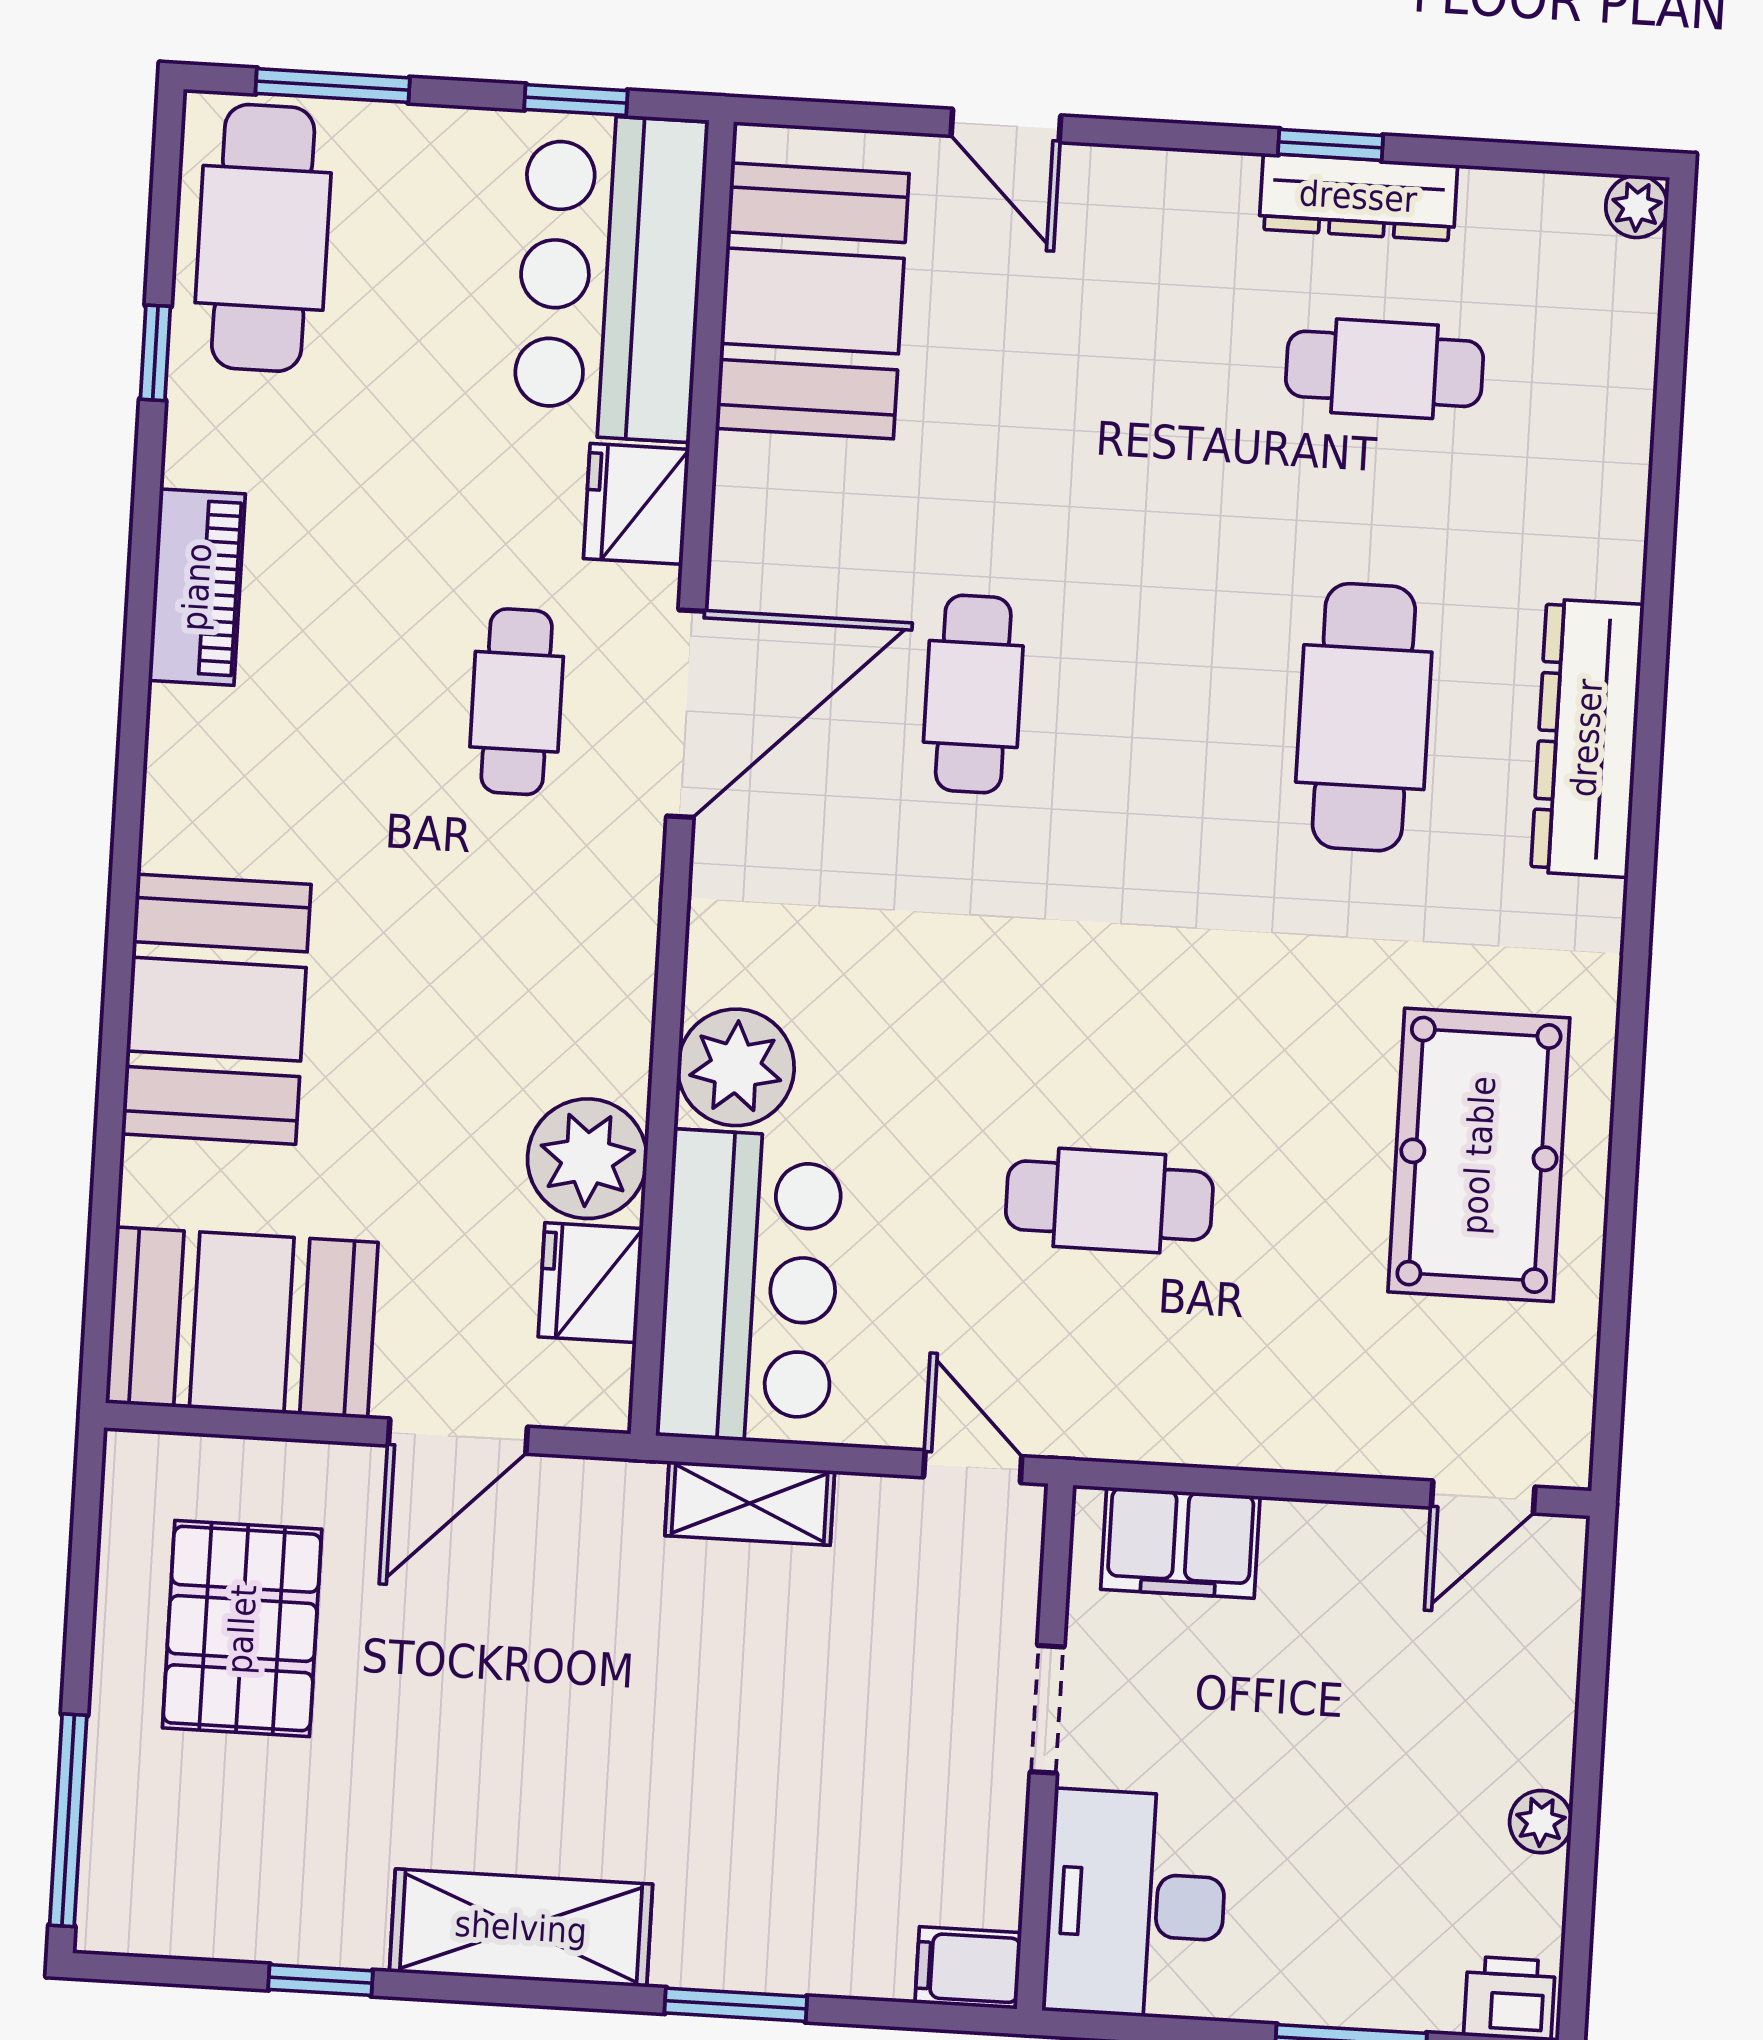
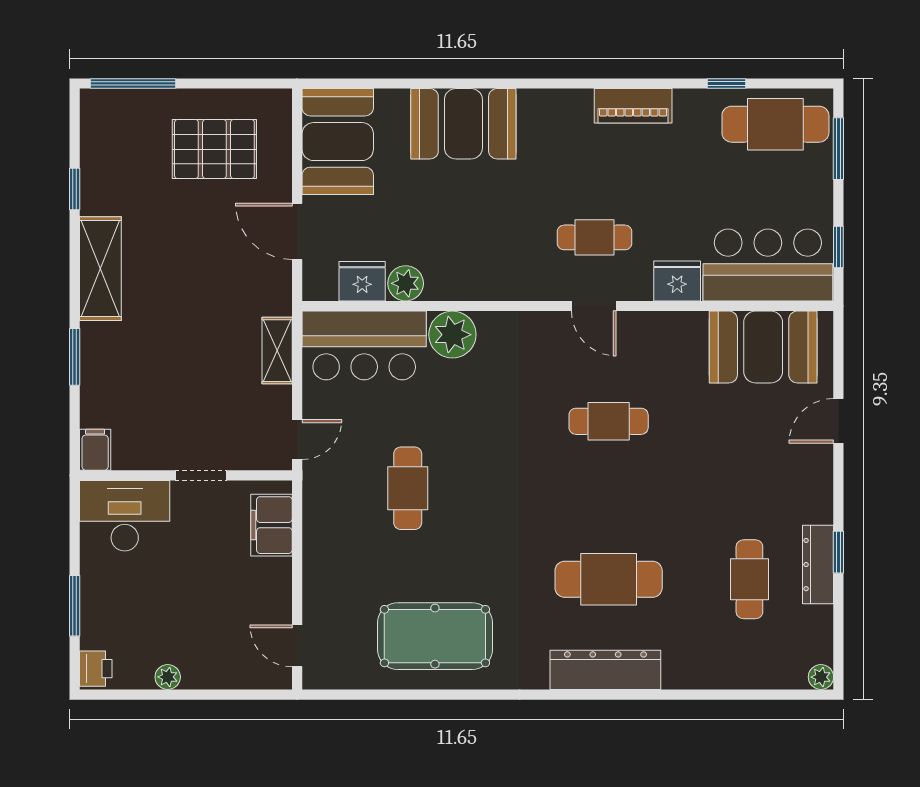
door: (686, 714) -> (594, 306), width x0.53
plant: (587, 1159) -> (406, 283), width x0.73, depth x0.73

